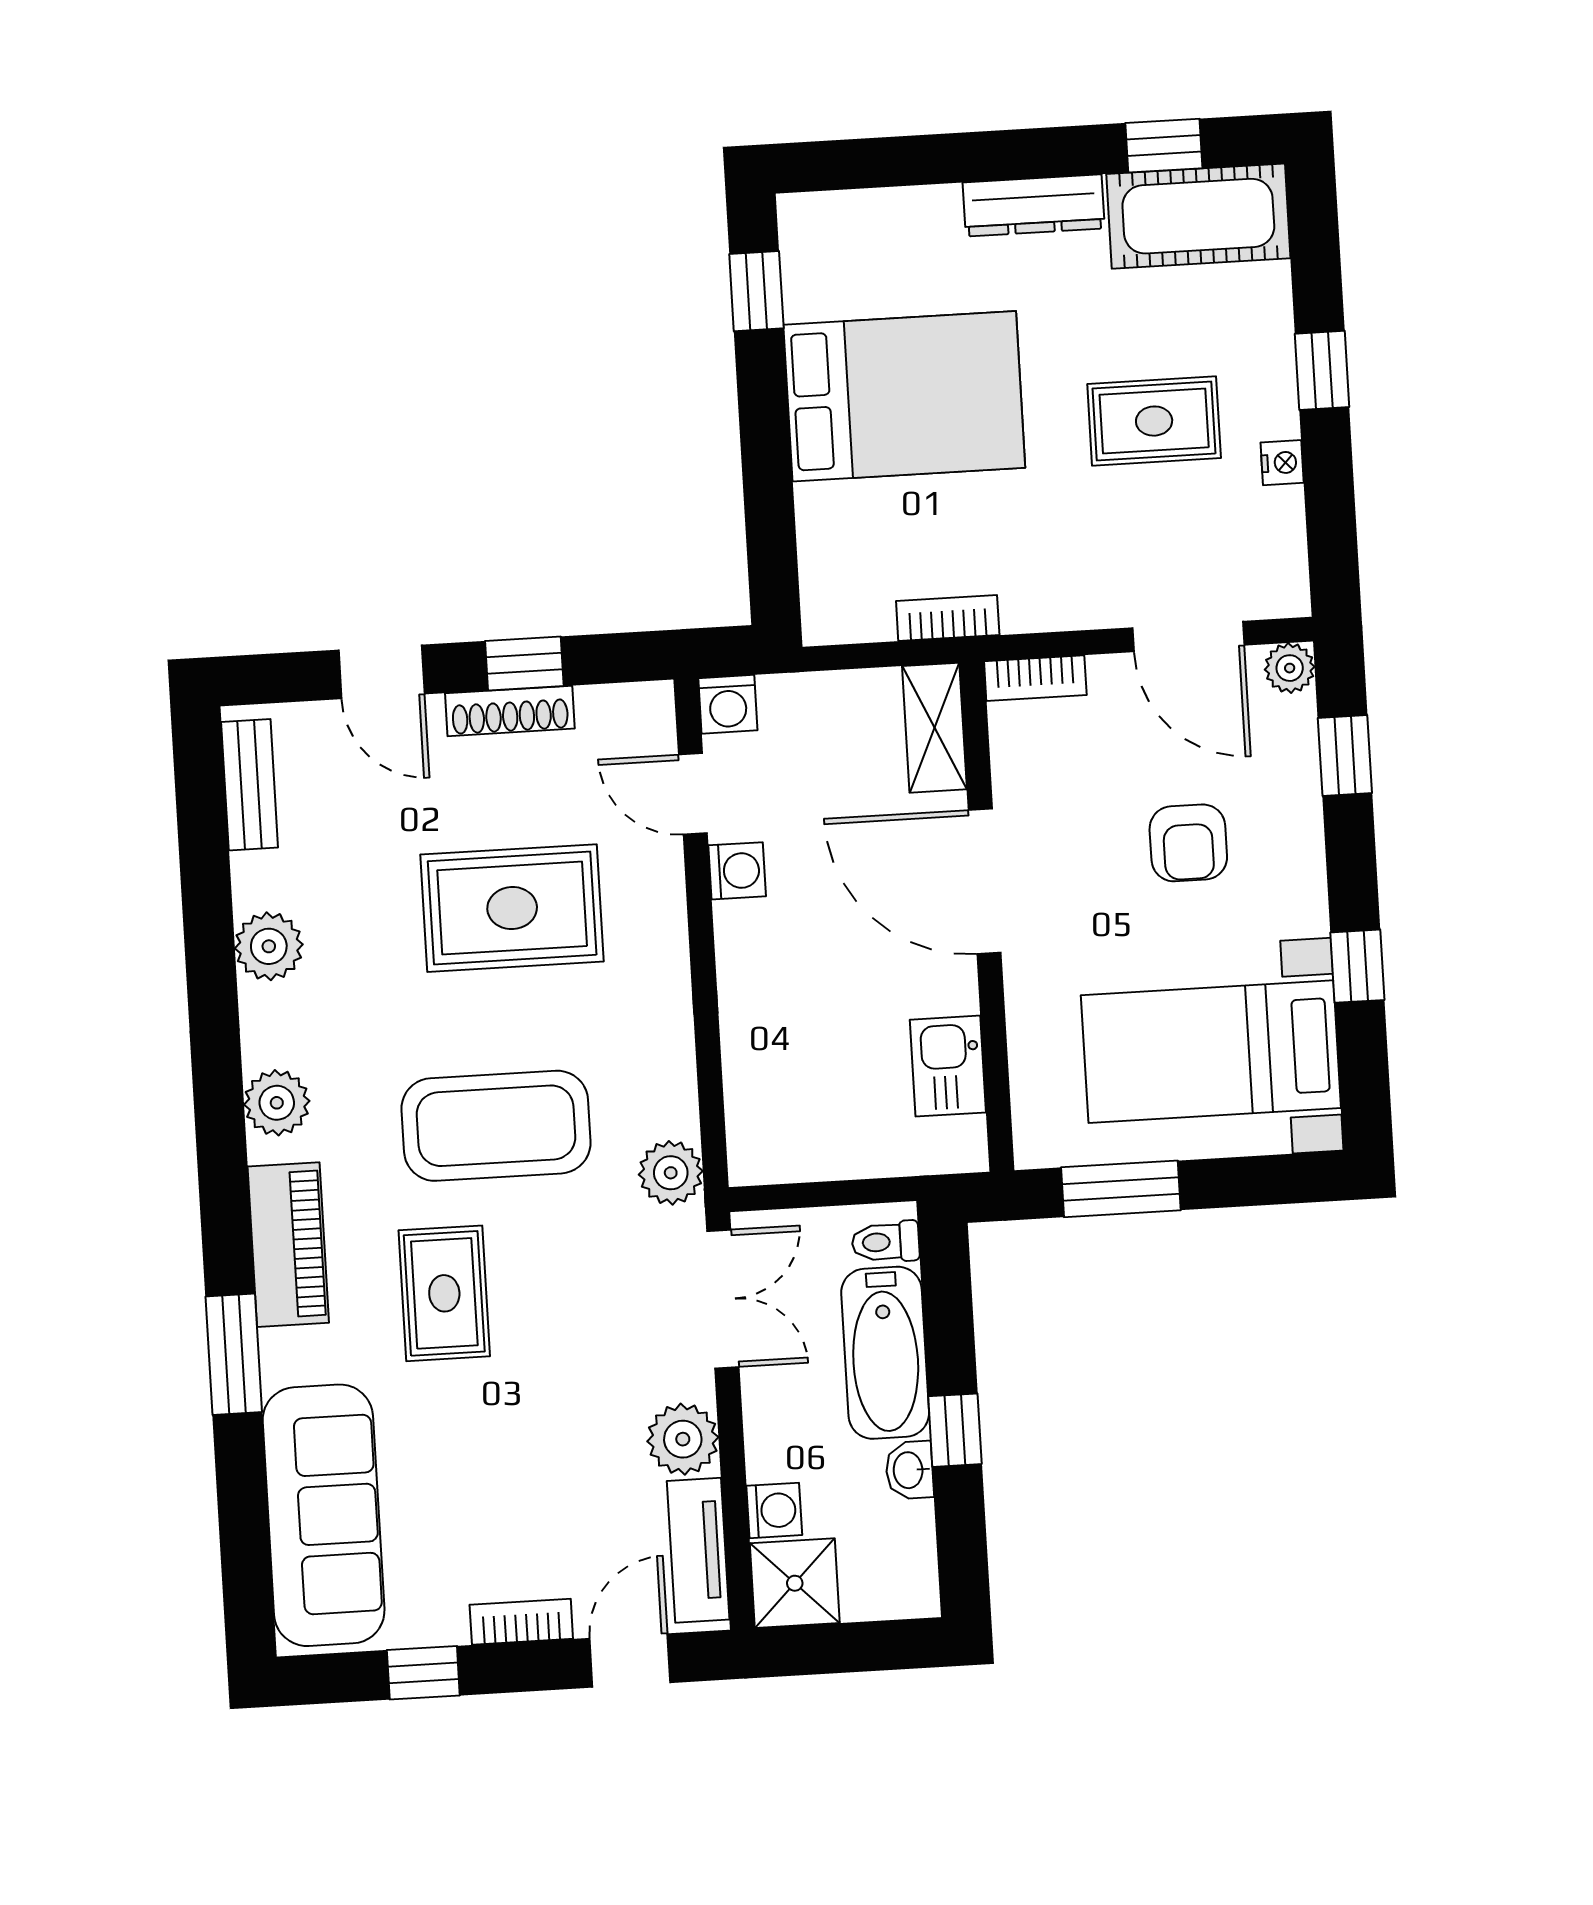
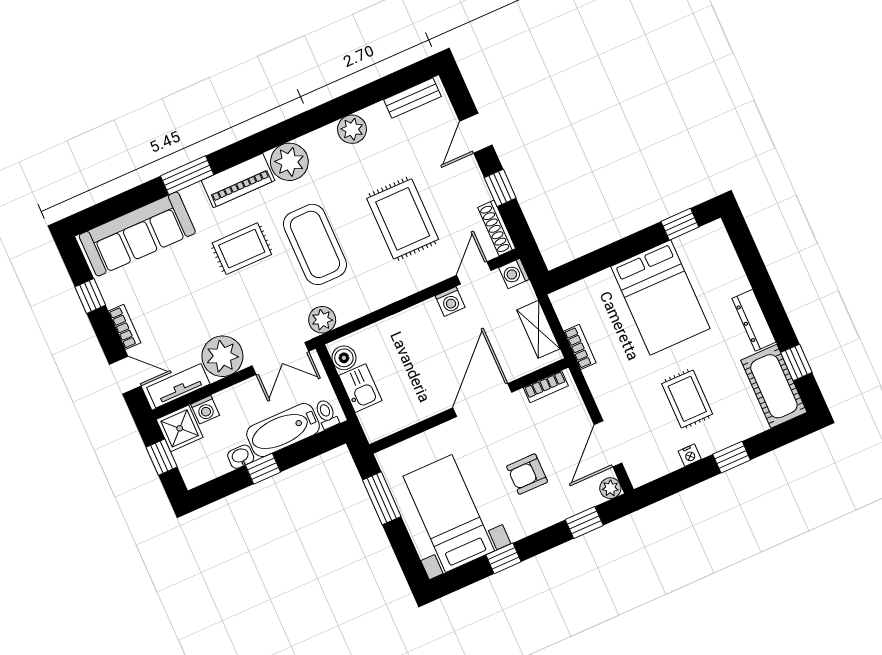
bookcase: (1035, 678) -> (546, 387), moved, turned -90
shoe rack: (510, 711) -> (497, 228), moved
shelving: (934, 728) -> (538, 329), moved, turned 90
kitchen sink: (948, 1066) -> (360, 388), moved, turned 90
plant: (277, 1103) -> (289, 162), width x1.36, depth x1.36
boiler: (774, 1156) -> (344, 358), added
plant: (683, 1439) -> (222, 356), width x1.36, depth x1.36
window: (844, 1648) -> (162, 457), added

